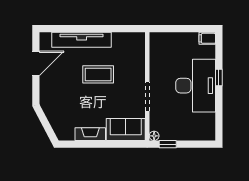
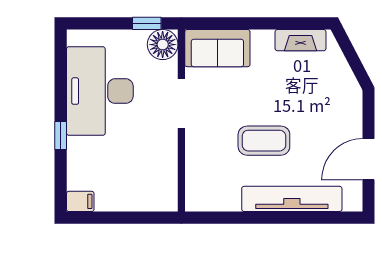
desk: (196, 86) -> (100, 91), moved
fireplace: (90, 134) -> (301, 40), moved
floor lamp: (154, 136) -> (163, 45), width x1.89, depth x1.89

